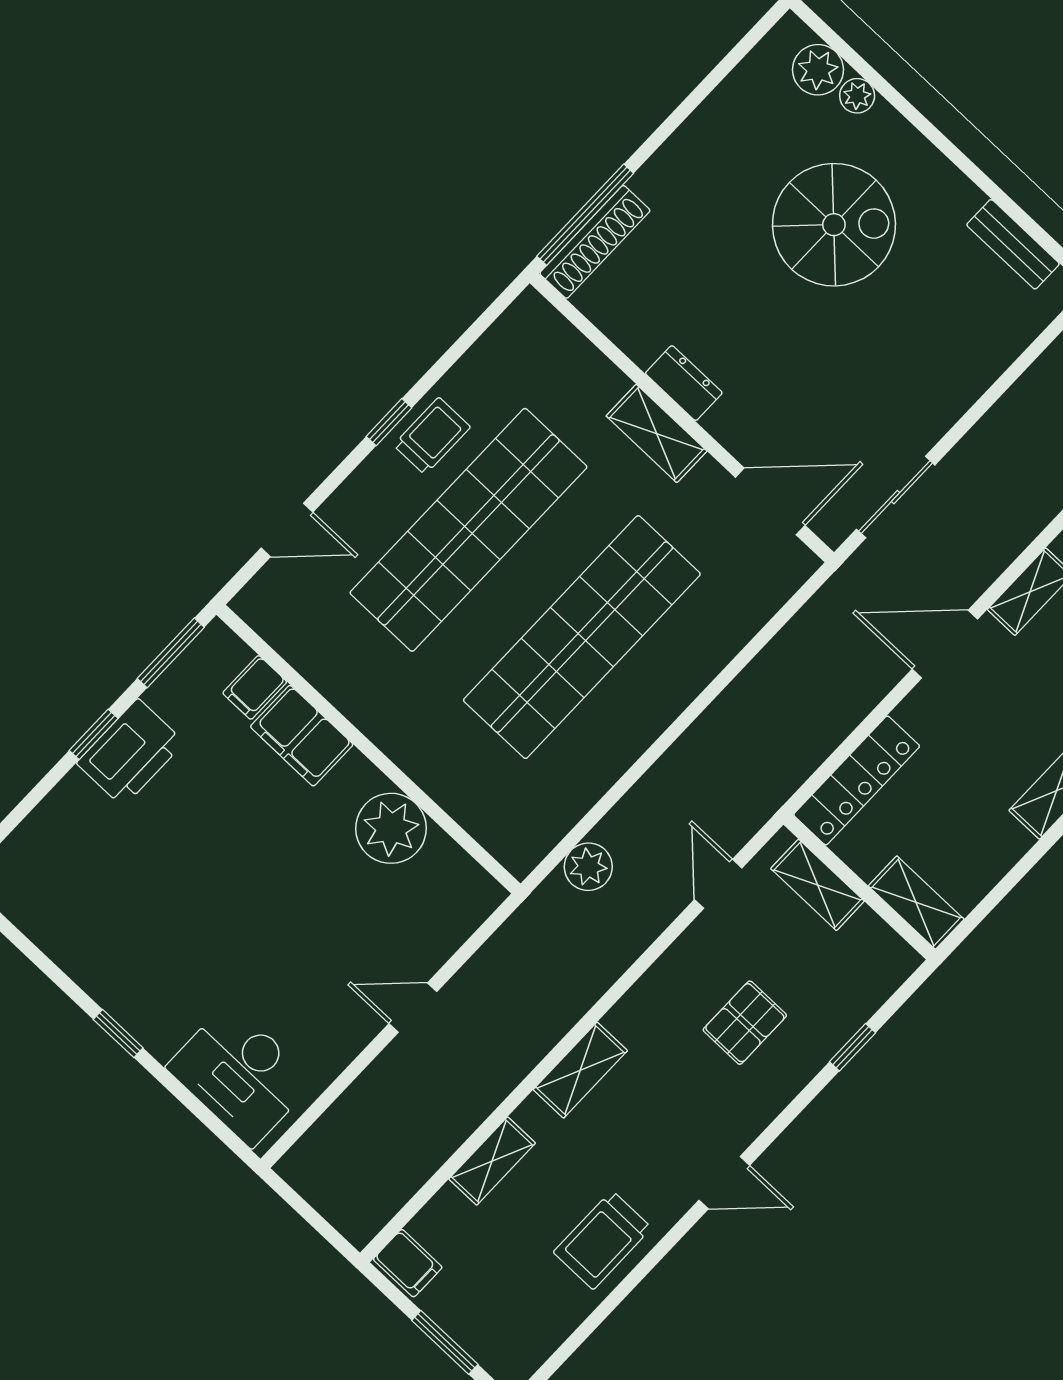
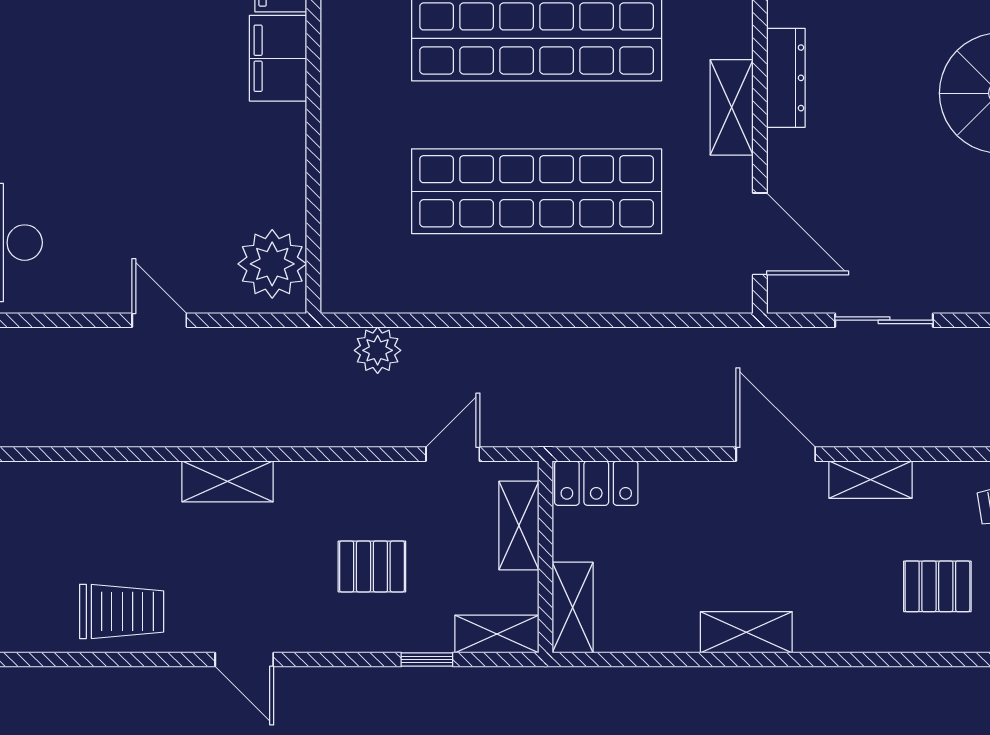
dresser: (684, 383) -> (786, 78), width x1.44
sliding door: (896, 497) -> (884, 320), moved
locker: (857, 780) -> (596, 483), width x0.66
plant: (391, 828) -> (272, 264), moved
shelving: (492, 1161) -> (497, 634), moved
trolley: (602, 1240) -> (122, 611), turned 180

